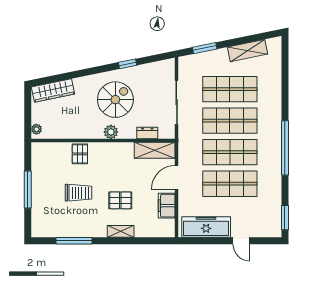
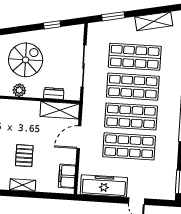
window: (127, 64) -> (52, 25), moved
pallet: (120, 200) -> (24, 156), turned 90
filing cabinet: (167, 206) -> (67, 176), moved

